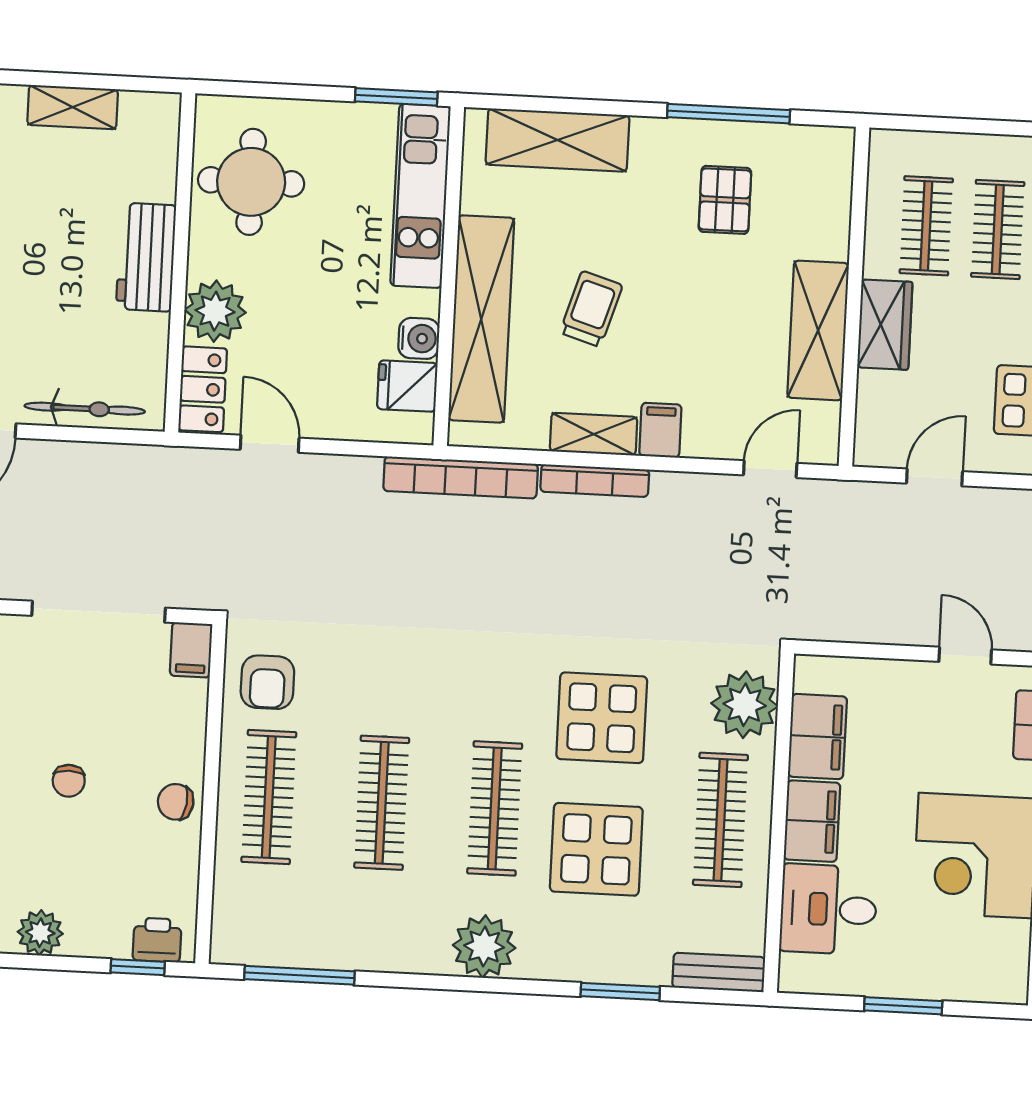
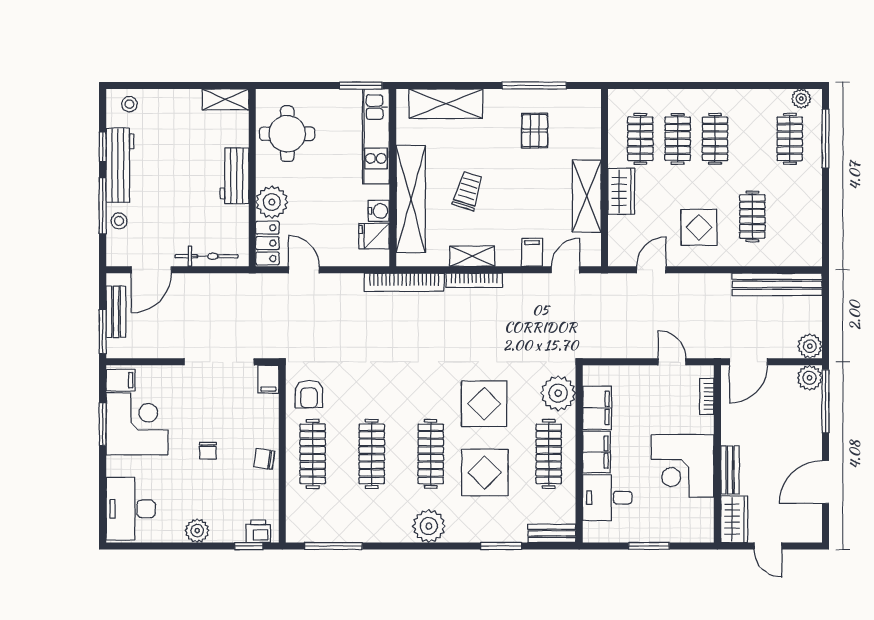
shelving: (73, 107) -> (226, 99), moved
filing cabinet: (660, 430) -> (532, 252), moved

